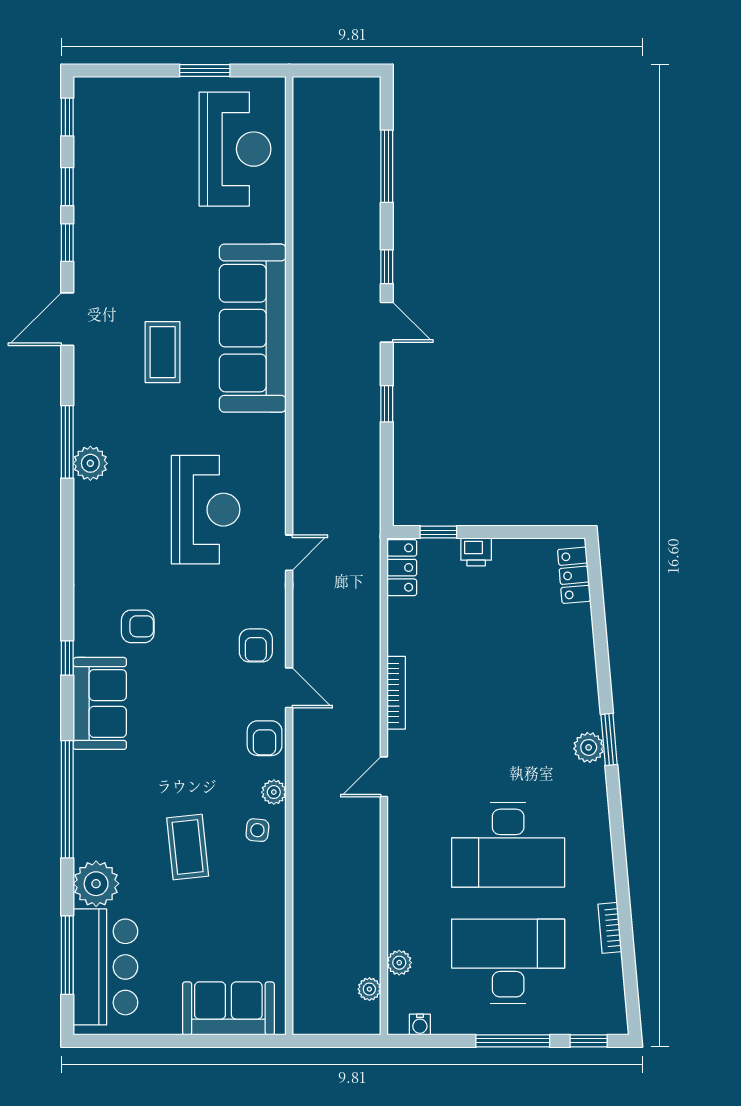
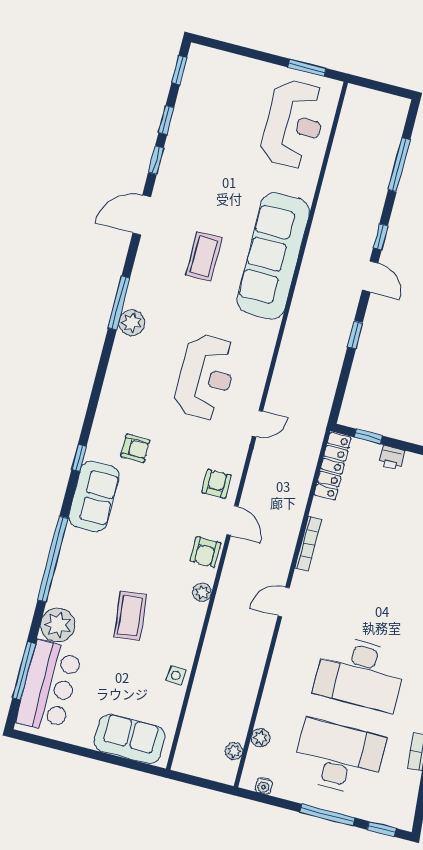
window: (205, 71) -> (307, 68), moved
locker: (402, 568) -> (333, 466), width x1.53
armchair: (256, 645) -> (216, 484), turned 180
side table: (257, 830) -> (176, 675), moved

